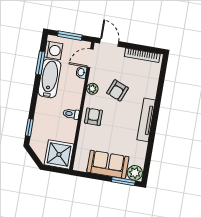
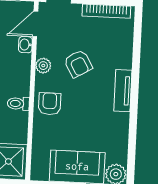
armchair: (117, 90) -> (78, 64), turned -52
tv unit: (146, 120) -> (123, 91), width x0.71

